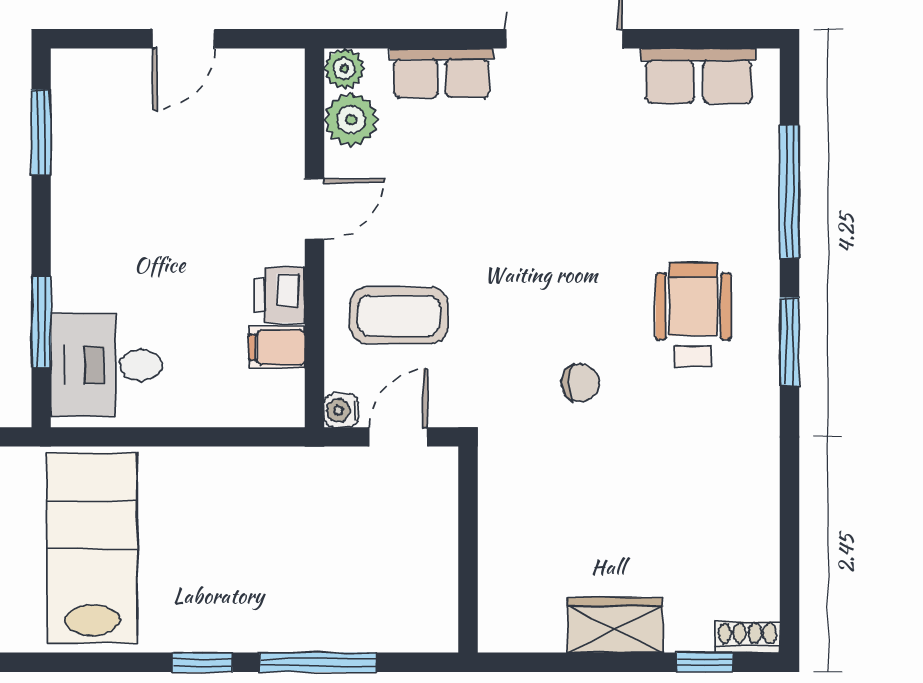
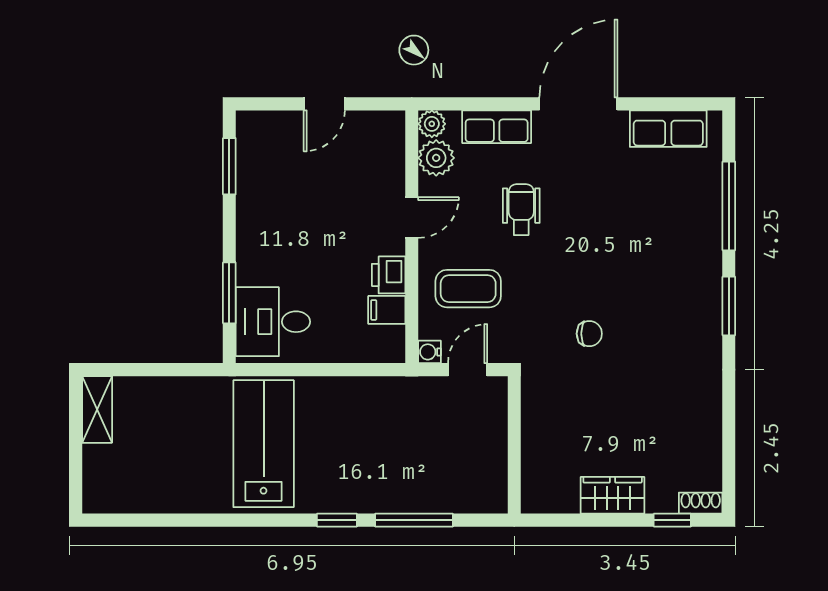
wheelchair: (693, 315) -> (521, 210), moved, width x0.73, depth x0.73

